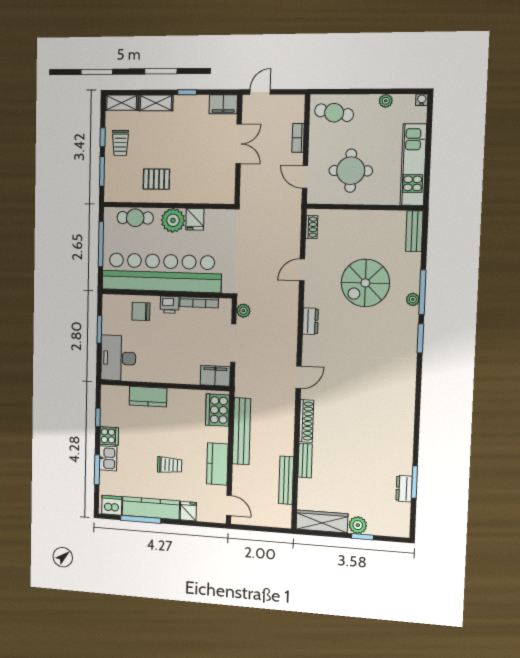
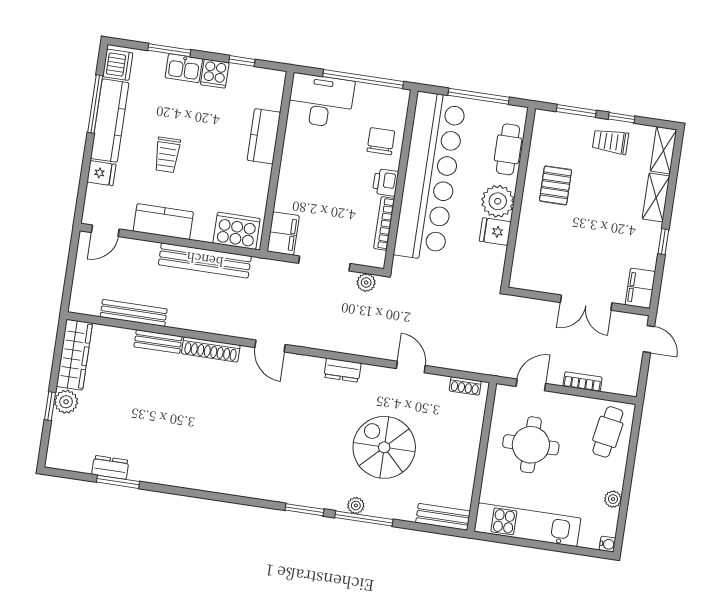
window: (99, 329) -> (363, 79), width x2.11

